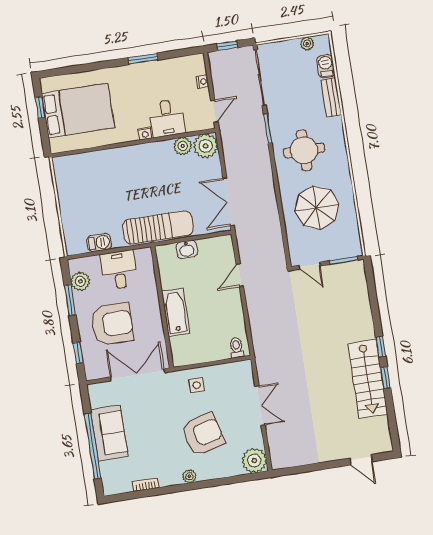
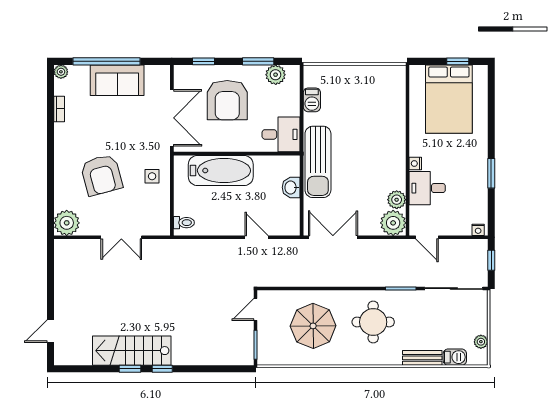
nightstand: (203, 82) -> (478, 230), moved
desk: (119, 270) -> (281, 134), moved
bathtub: (176, 312) -> (221, 171), width x1.36, depth x1.36
plant: (189, 476) -> (61, 72), moved

